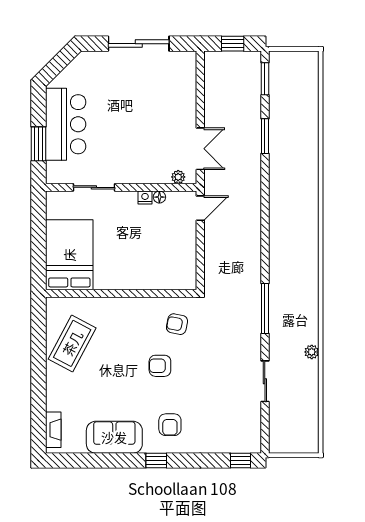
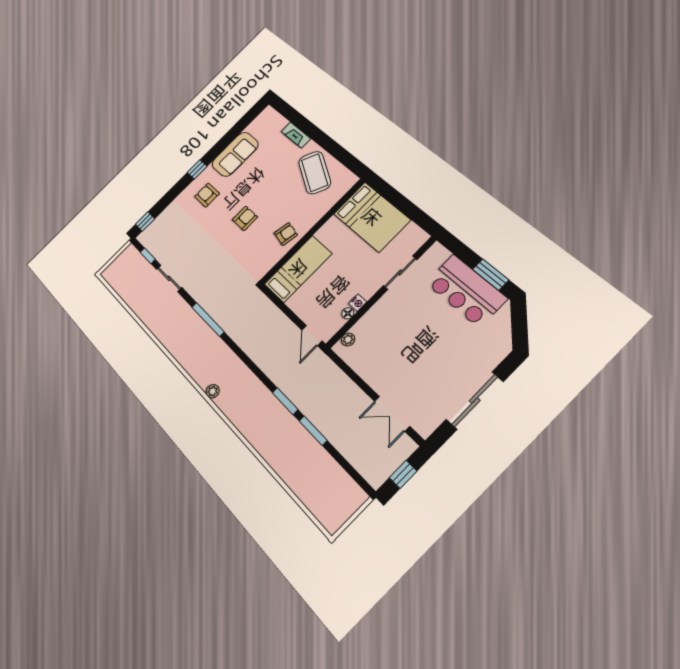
window: (265, 79) -> (285, 401), moved
window: (38, 144) -> (491, 275), moved
double door: (200, 149) -> (392, 414), moved
bed: (161, 274) -> (298, 269), added
armchair: (177, 324) -> (286, 234), moved
plant: (312, 352) -> (213, 391), moved
window: (265, 423) -> (148, 256), added
fireplace: (53, 430) -> (296, 135), moved

